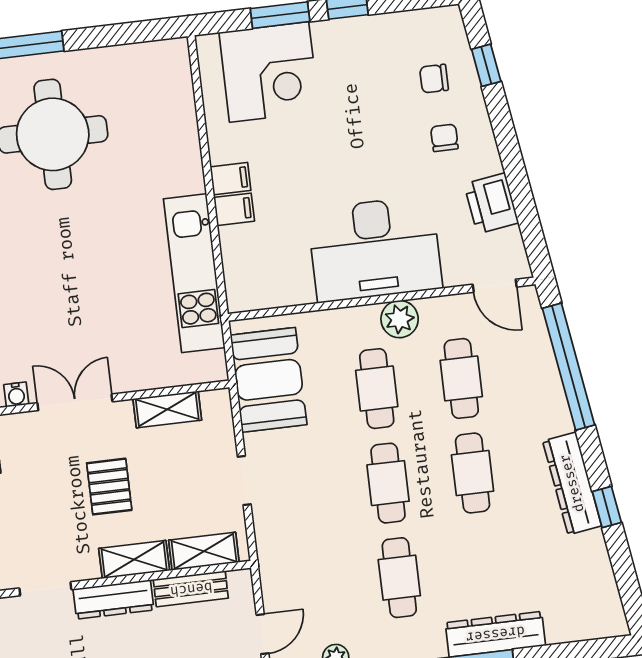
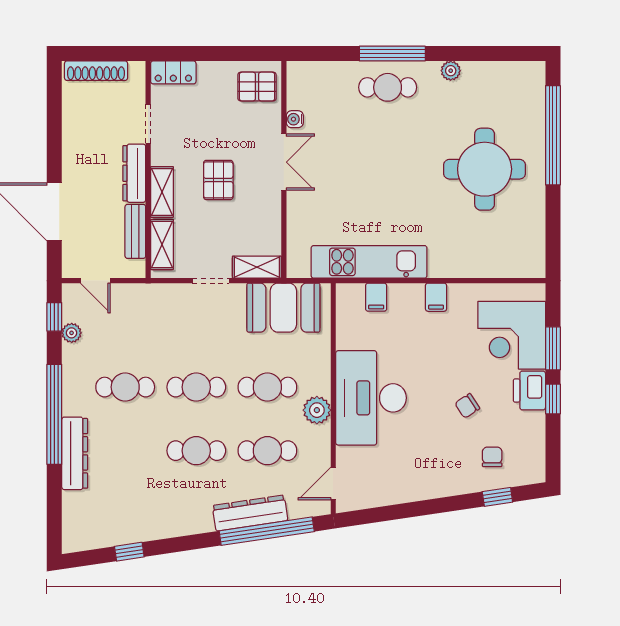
chair: (444, 138) -> (467, 406), moved, turned 147
printer: (491, 203) -> (529, 390), moved, turned -82
filing cabinet: (234, 209) -> (376, 297), moved
shelving: (167, 409) -> (257, 267), moved, turned 90
dresser: (572, 483) -> (250, 513), moved
pallet: (109, 487) -> (218, 180), turned 90
window: (607, 507) -> (129, 552), moved

